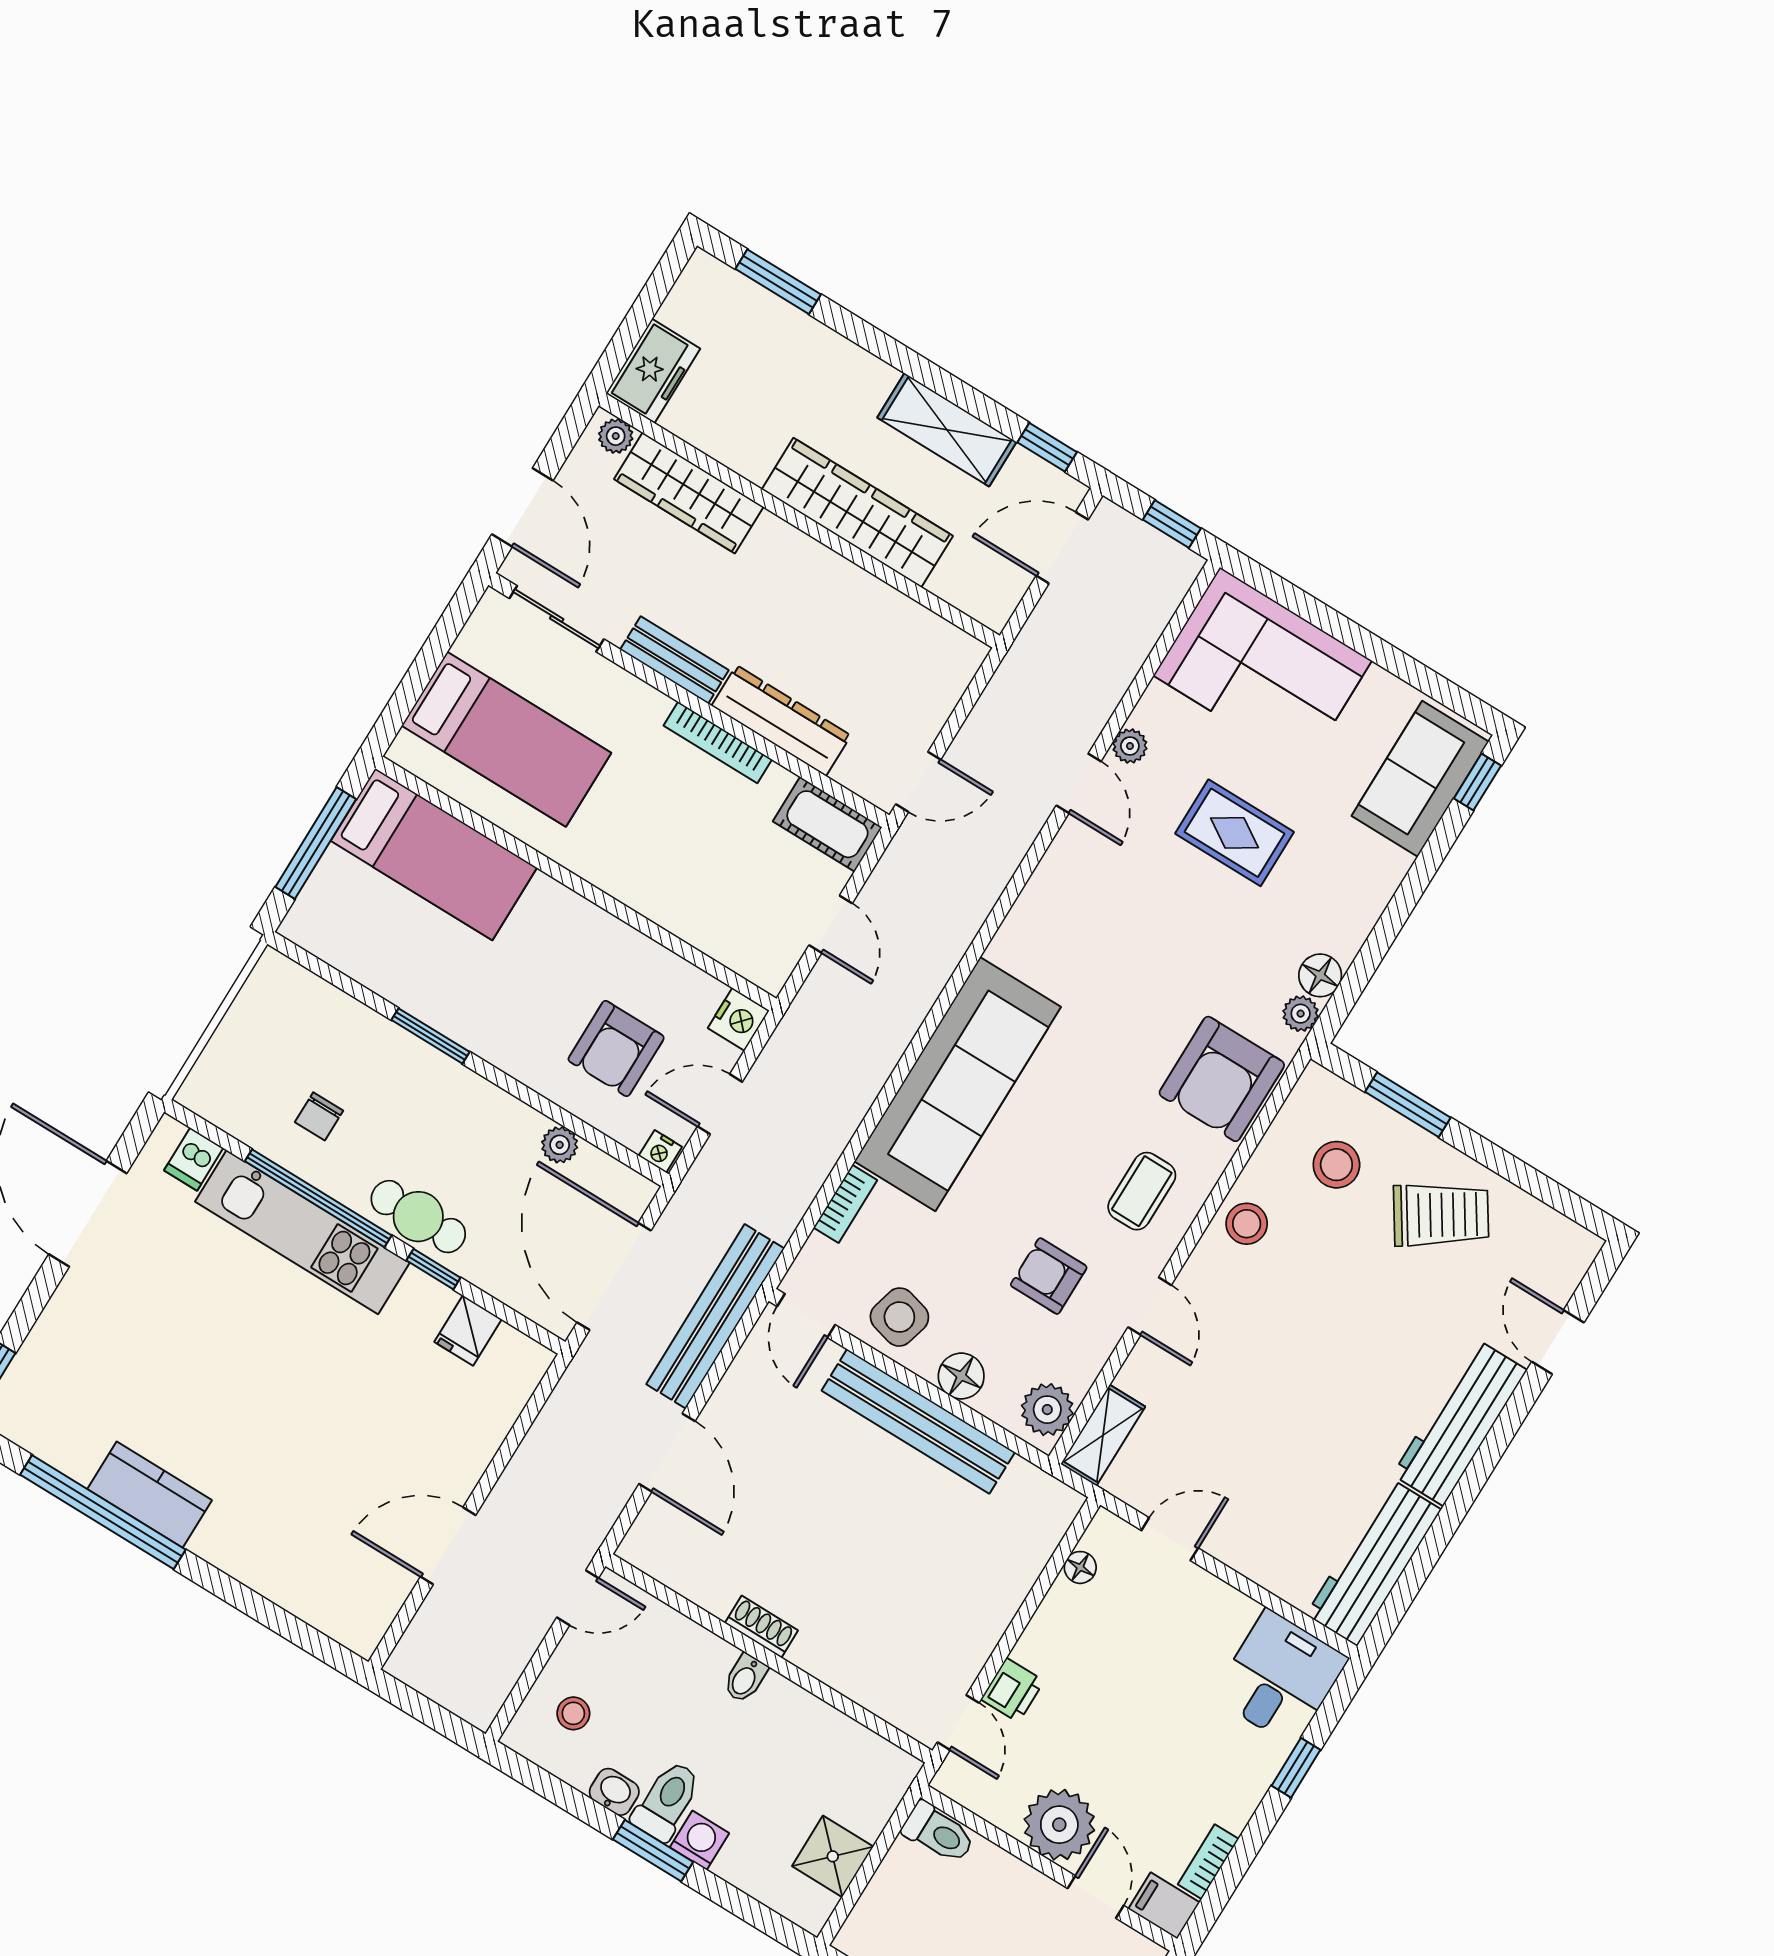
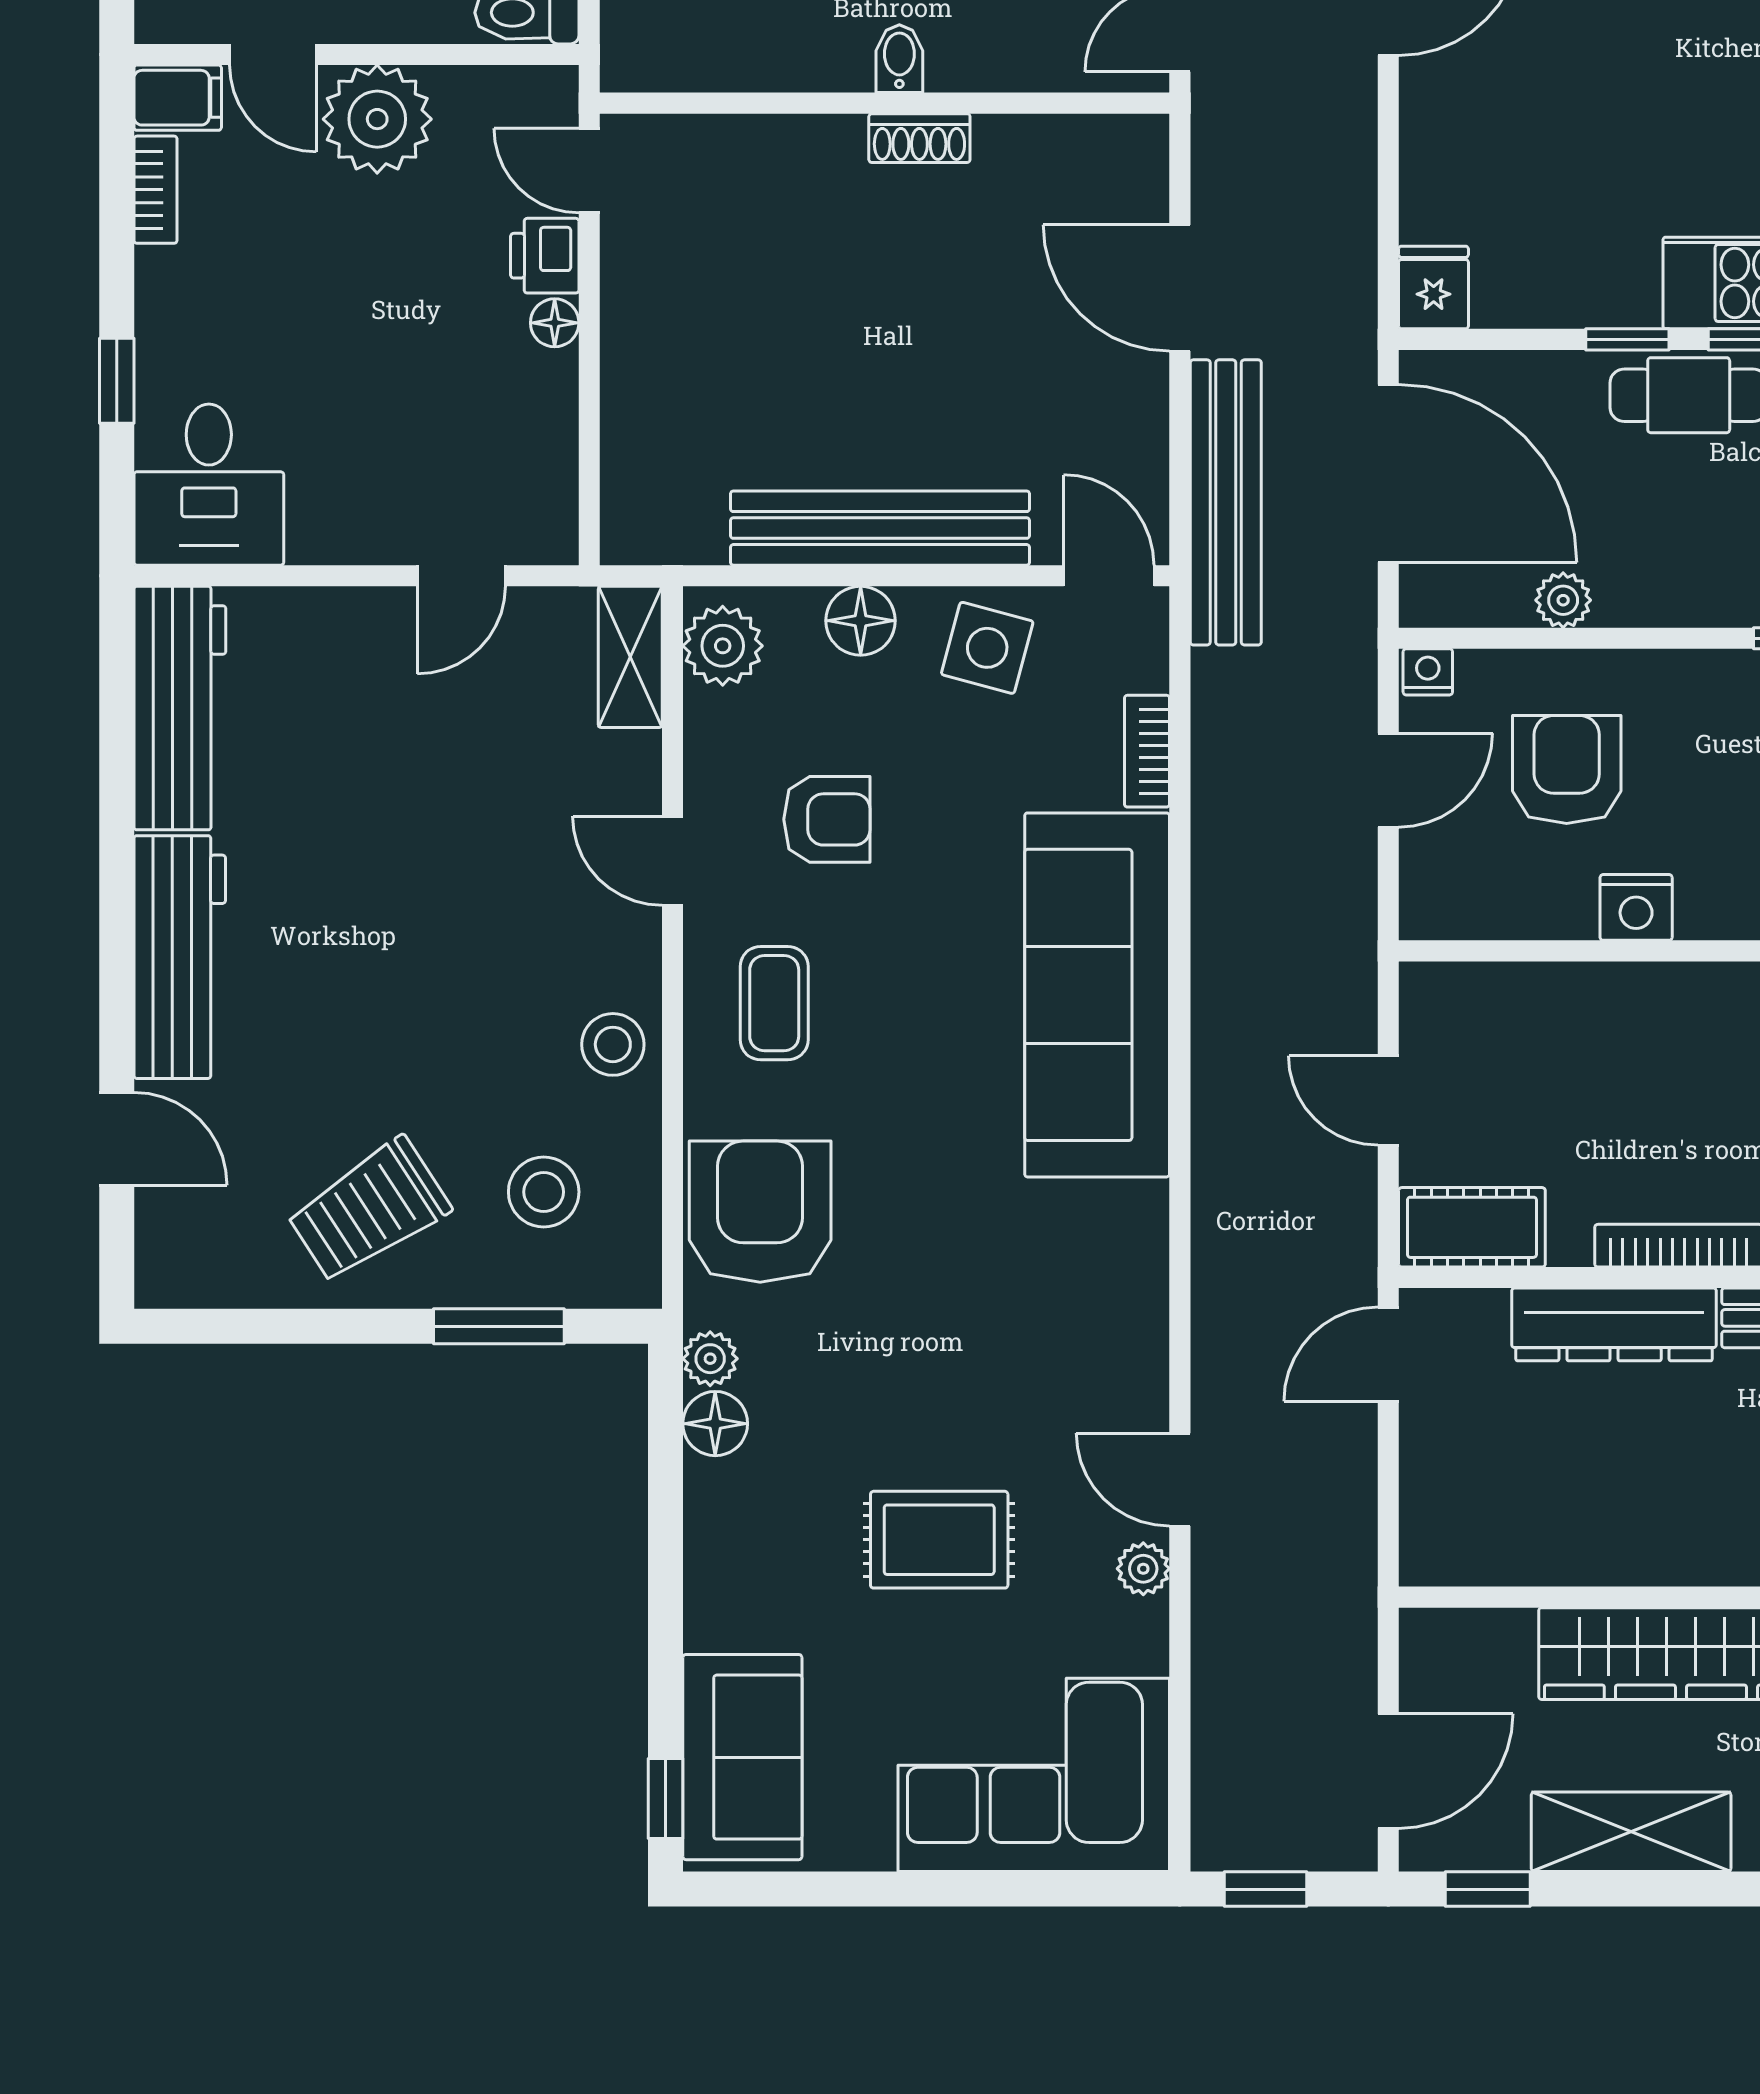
nightstand: (738, 1019) -> (1636, 907), moved, turned -90
fridge: (468, 1331) -> (1434, 288), moved
floor lamp: (1080, 1567) -> (555, 323), moved

